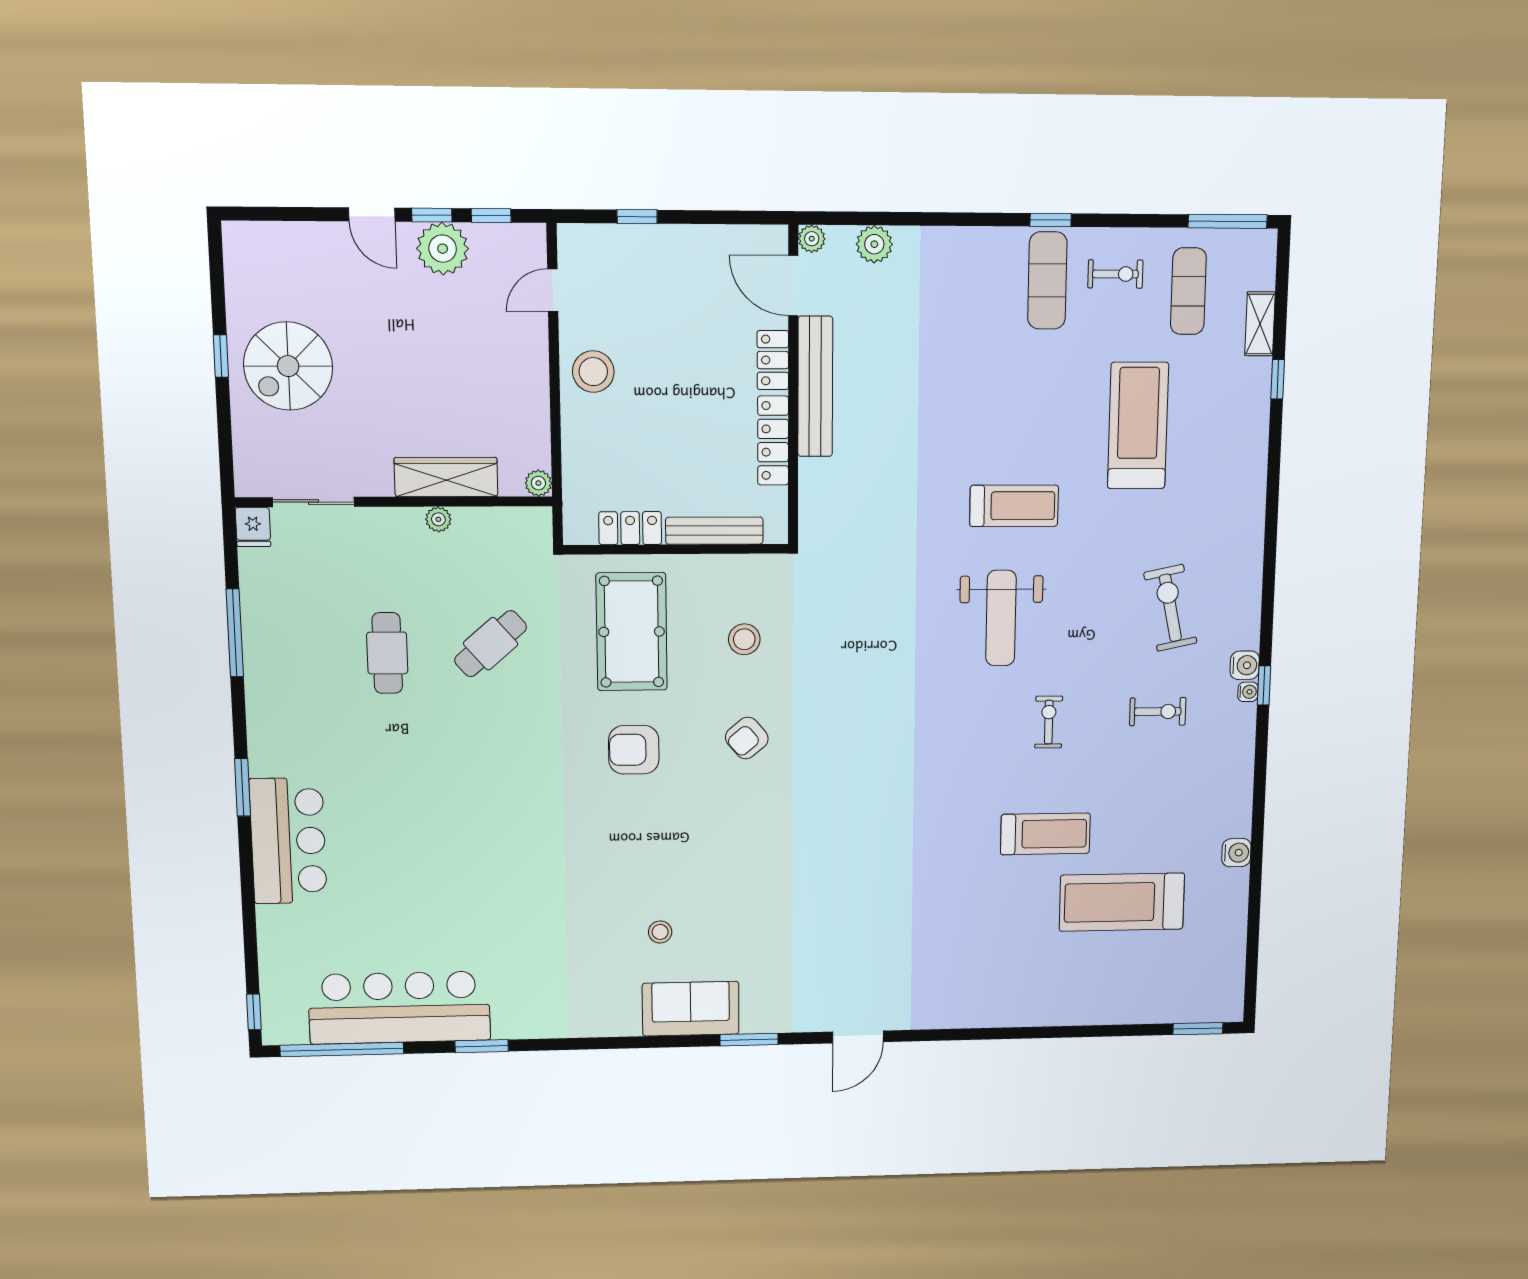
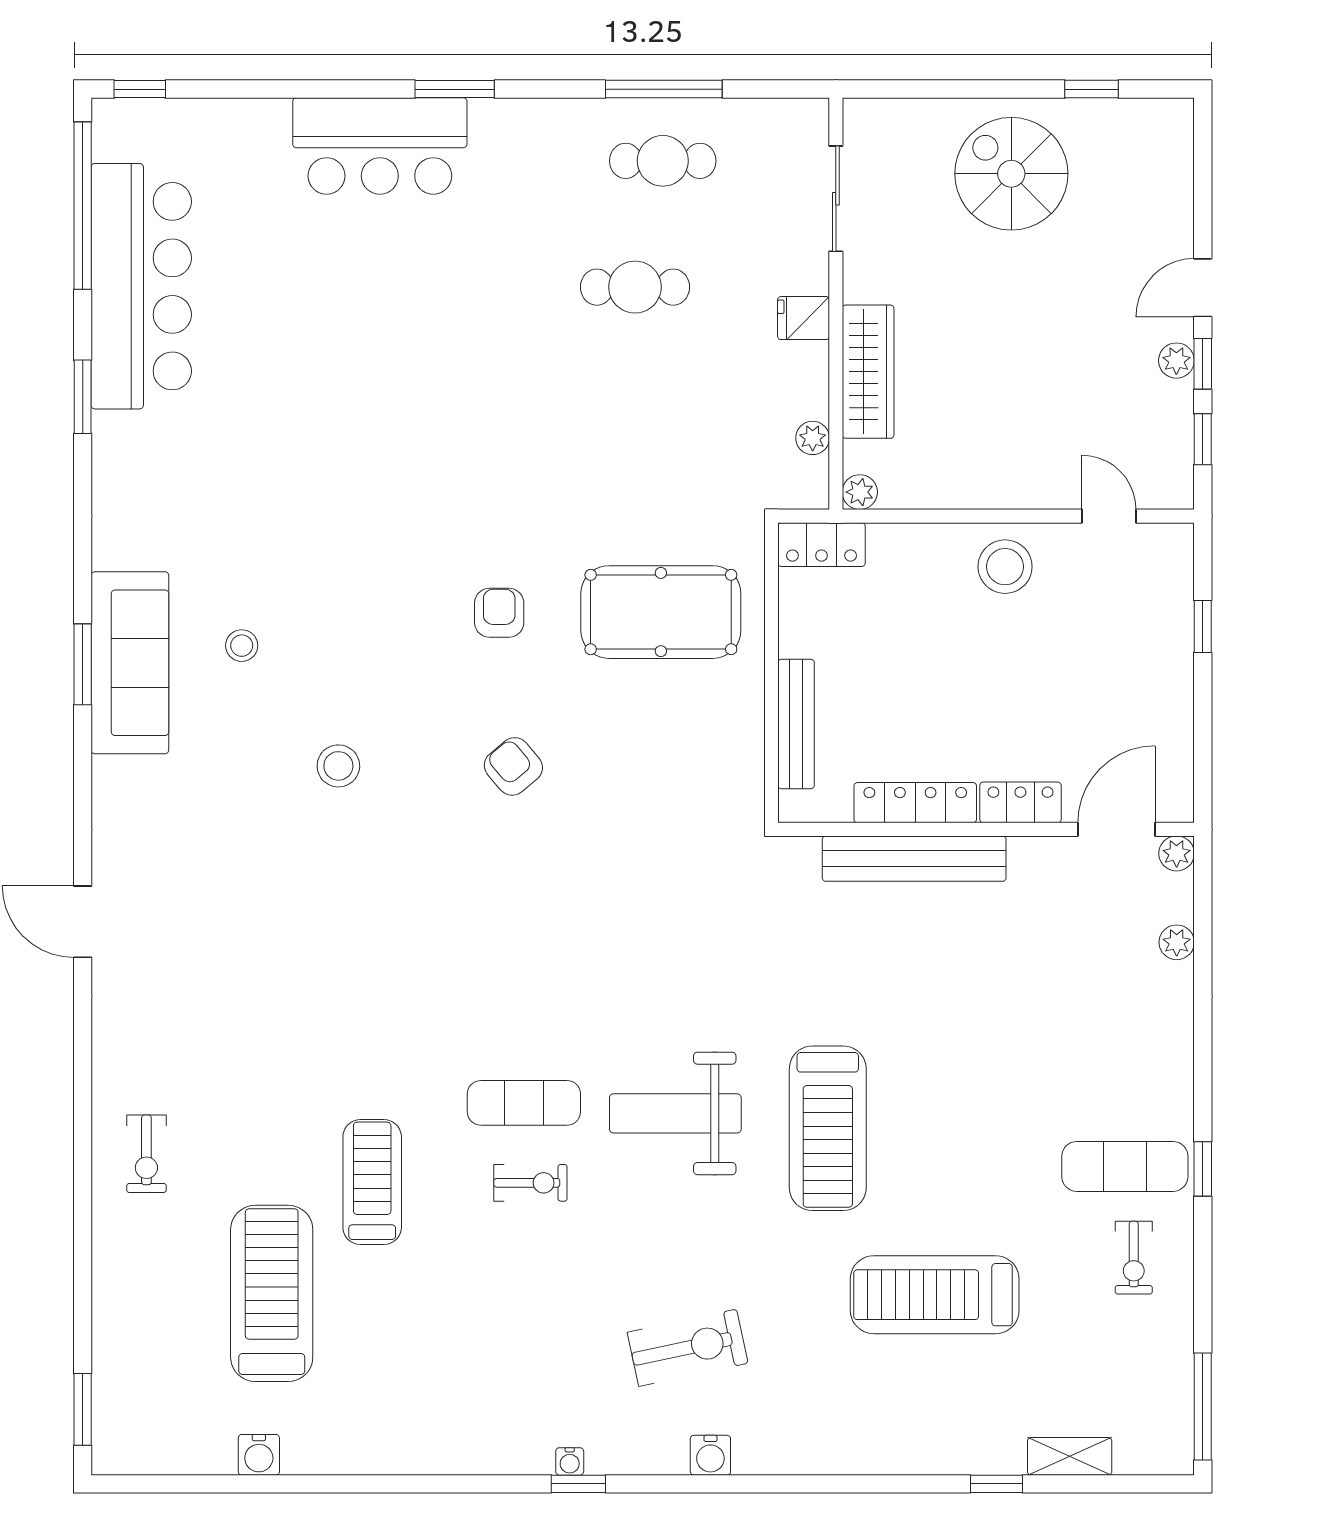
plant: (874, 244) -> (1177, 942), width x0.73, depth x0.73
plant: (443, 249) -> (1176, 361), width x0.53, depth x0.53
exercise mat: (1188, 291) -> (524, 1103), moved
window: (221, 356) -> (1092, 89), moved
bench: (815, 387) -> (914, 859), moved
treadmill: (1138, 426) -> (935, 1295), turned 180
treadmill: (1014, 506) -> (828, 1128), width x1.37, depth x1.37
plant: (438, 519) -> (813, 438), moved
fridge: (253, 527) -> (804, 318), moved
locker: (630, 528) -> (822, 545), moved, turned 90
stool: (744, 639) -> (338, 766), moved
cafe table: (491, 644) -> (663, 161), moved, turned -49
water cooler: (1245, 665) -> (710, 1455), moved
exercise bike: (1158, 712) -> (146, 1154), moved
armchair: (634, 750) -> (499, 613), width x0.72, depth x0.72
treadmill: (1045, 834) -> (372, 1182), turned 180
water cooler: (1236, 853) -> (259, 1455), moved
sofa: (691, 1009) -> (130, 663), width x1.36
window: (749, 1040) -> (83, 664), moved

